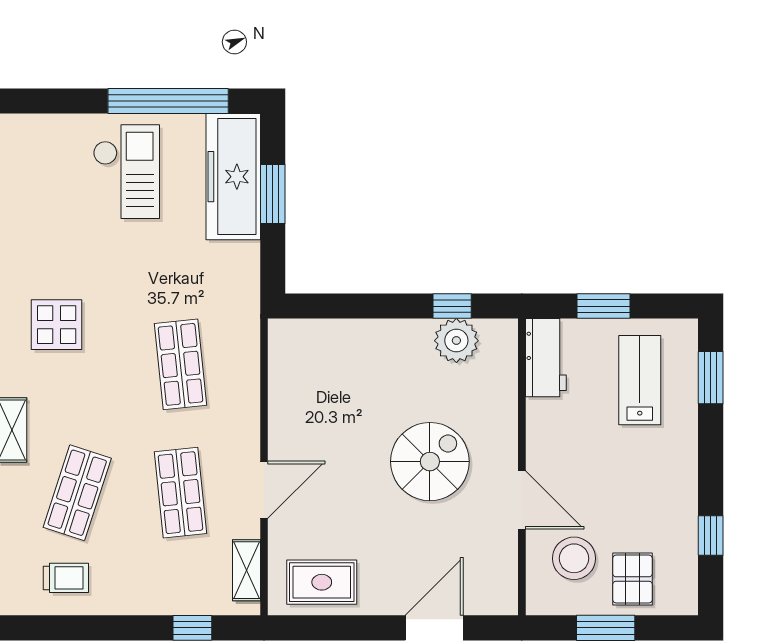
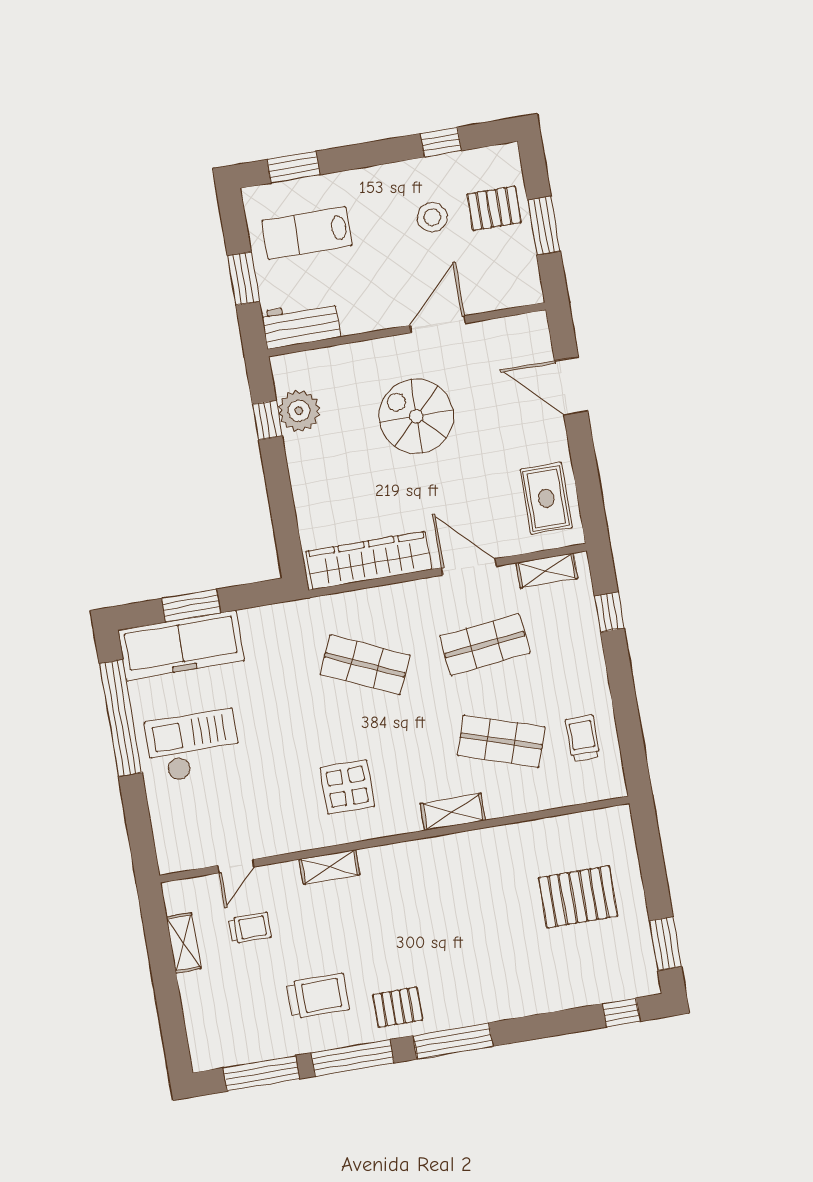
shop shelf: (181, 364) -> (365, 665), turned 30
wardrobe: (288, 387) -> (369, 560), added
stool: (574, 558) -> (432, 217), moved, width x0.73, depth x0.73

